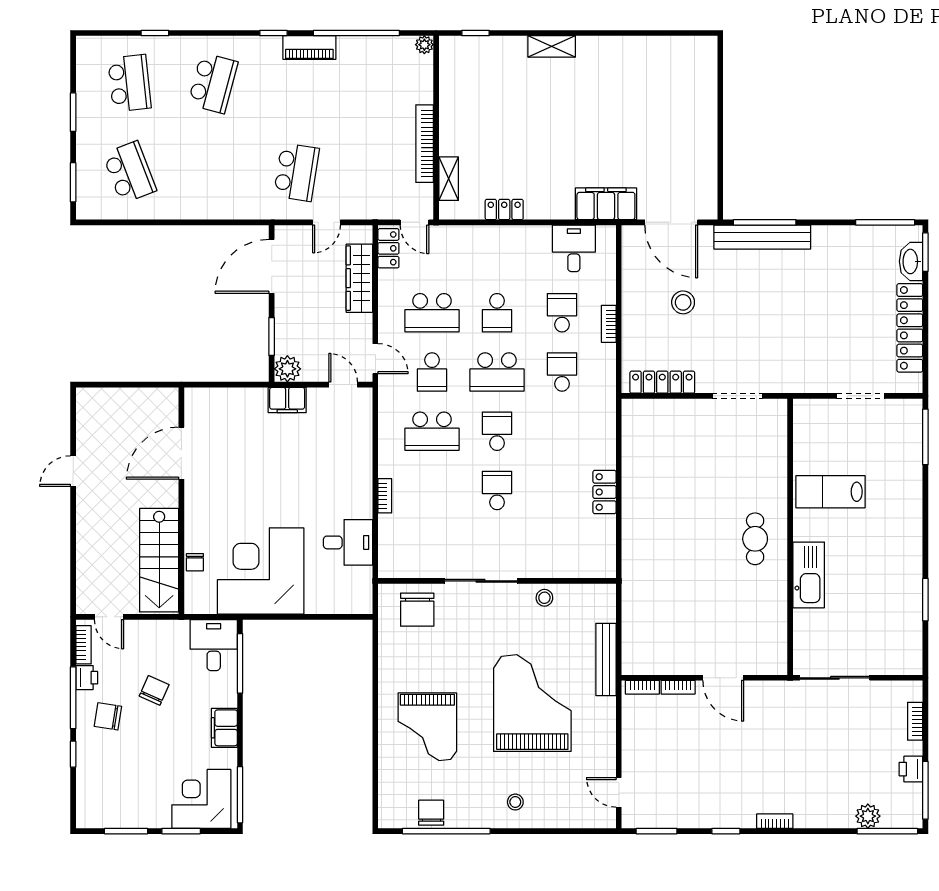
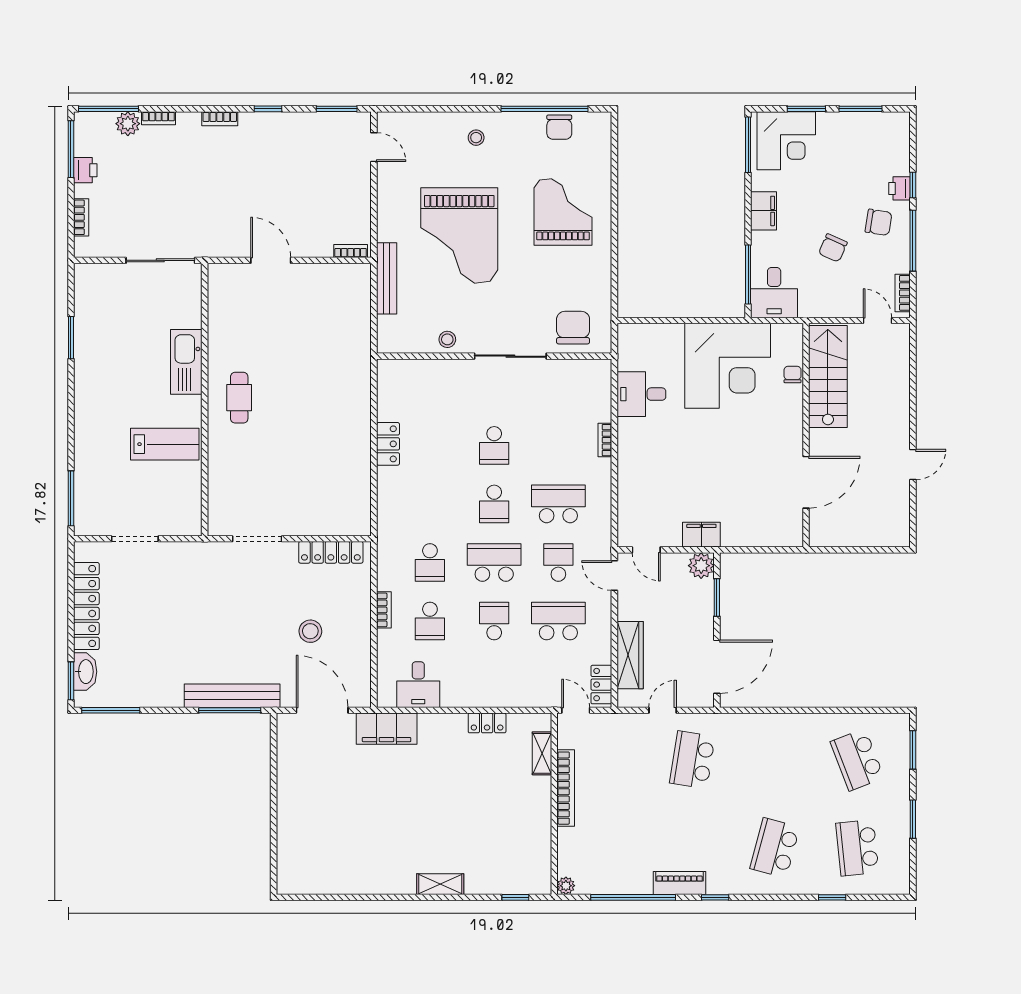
printer: (87, 678) -> (899, 188), moved
bookcase: (678, 687) -> (159, 118), moved, turned 180

